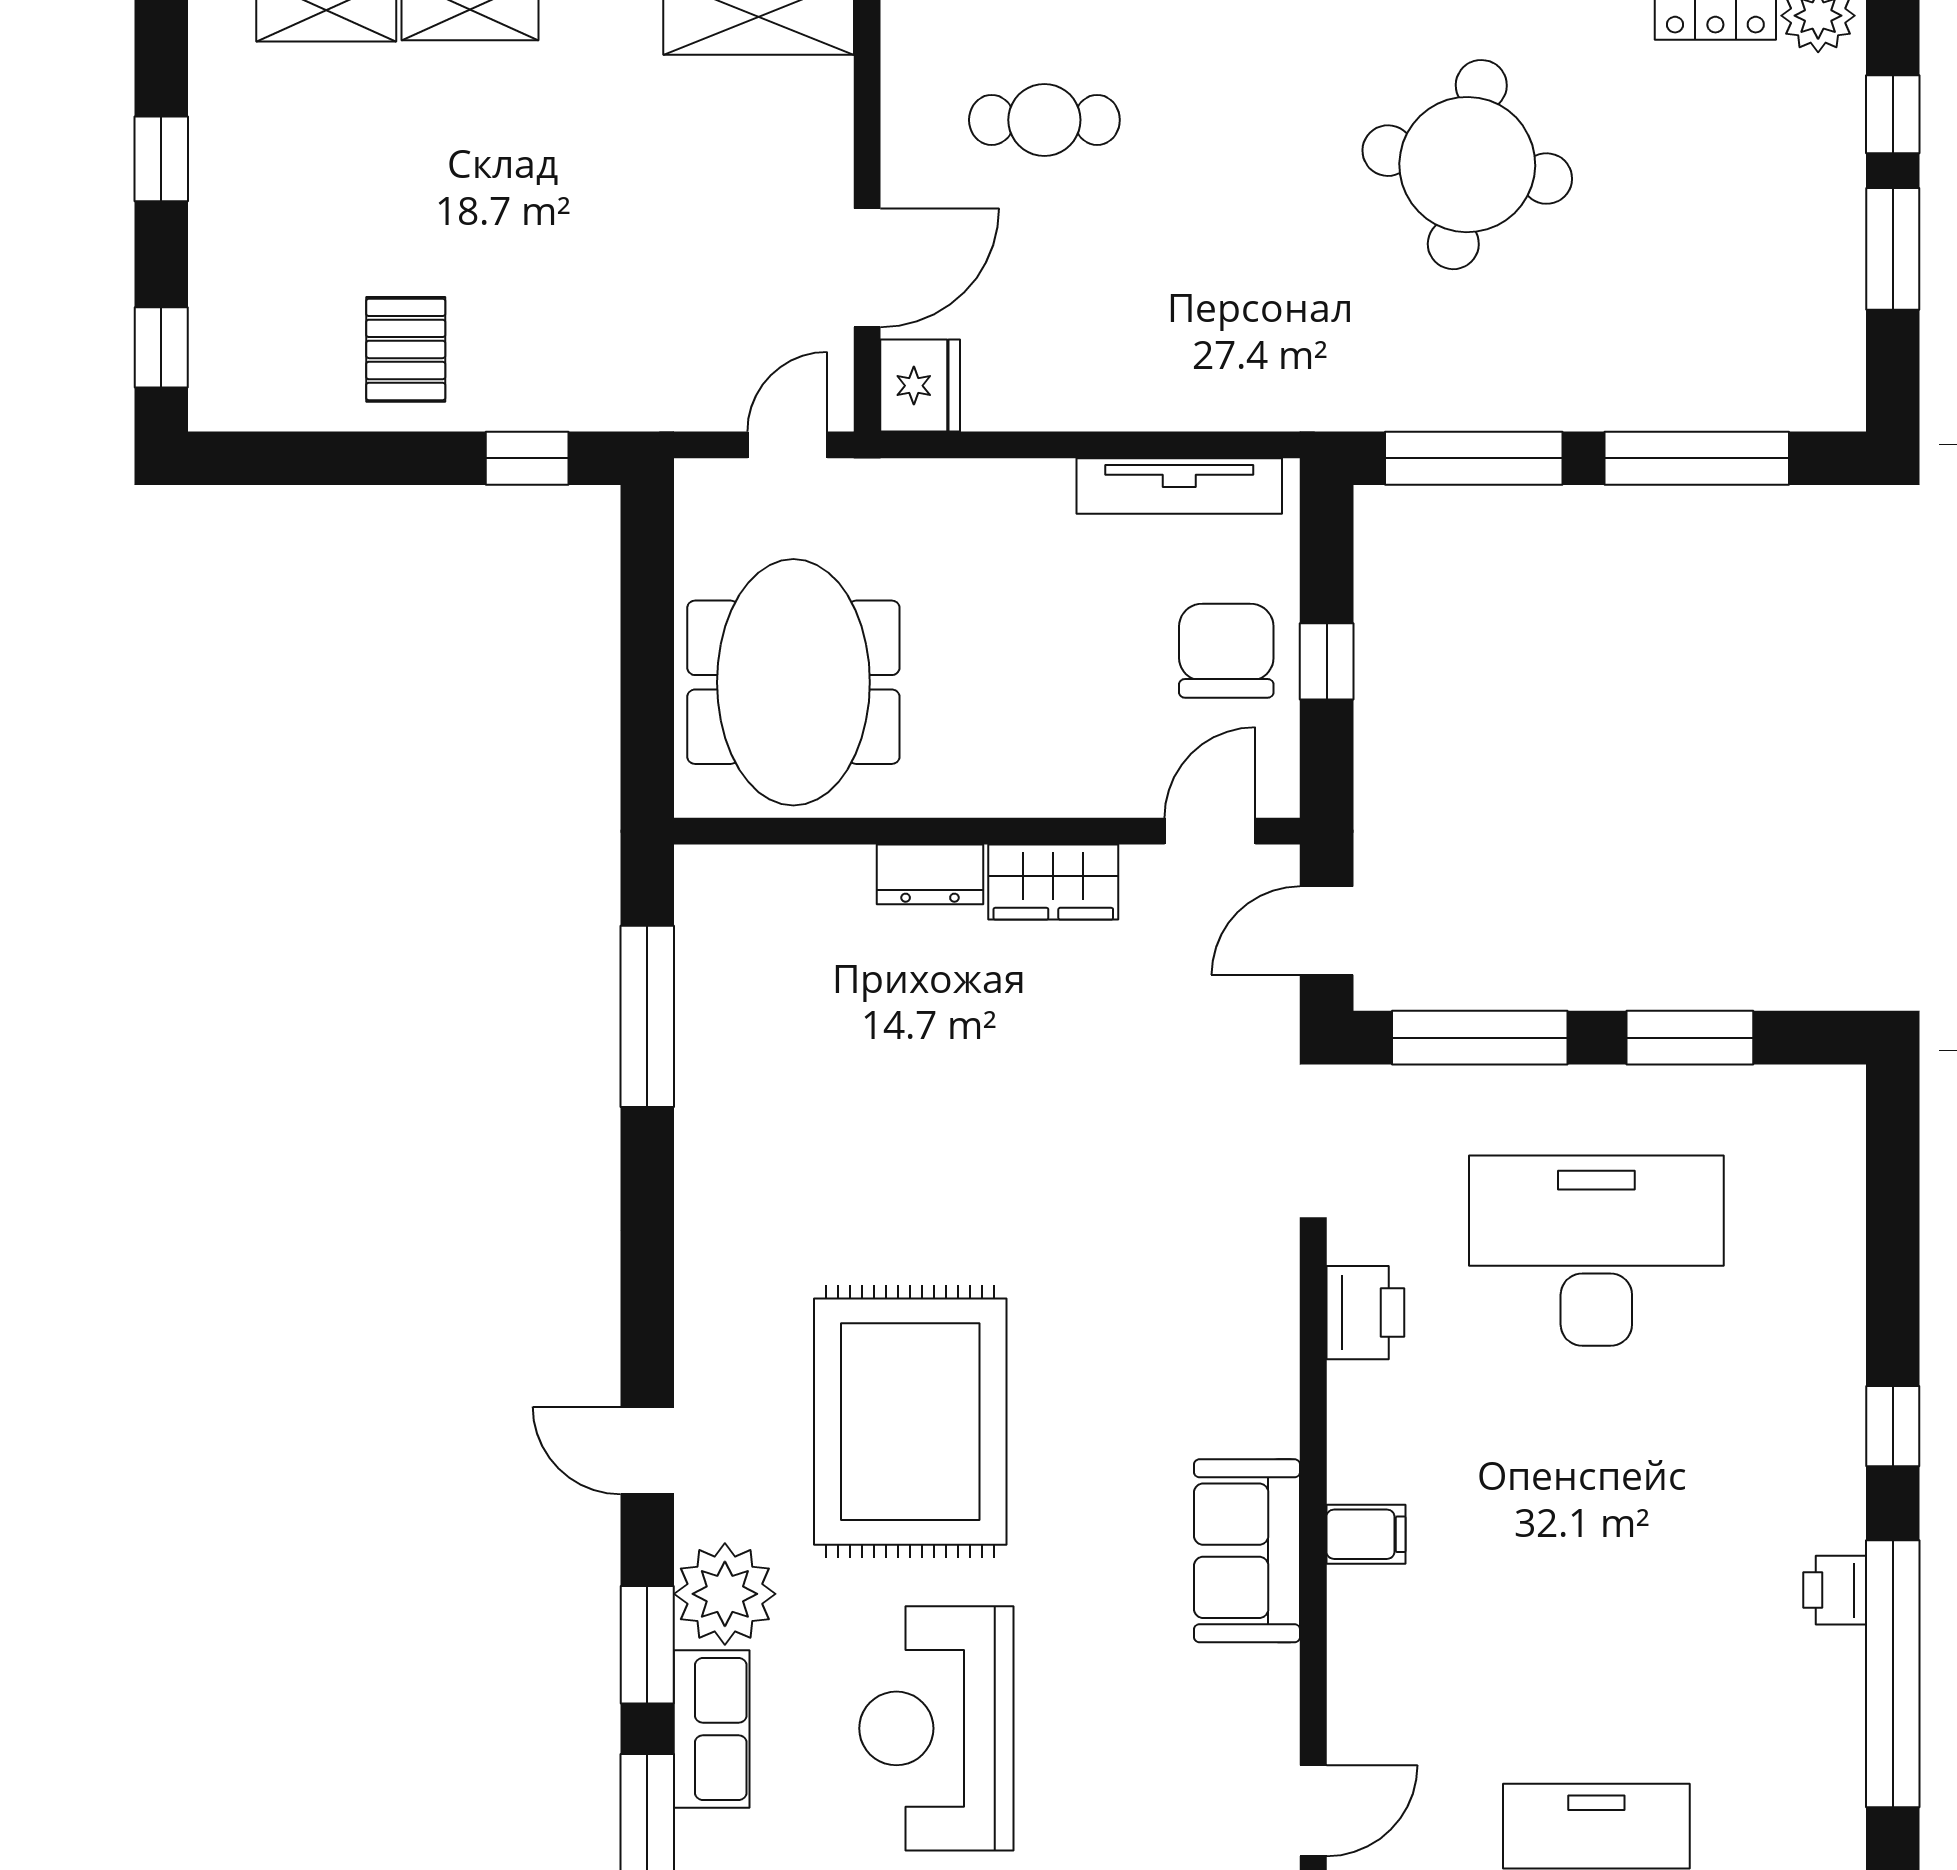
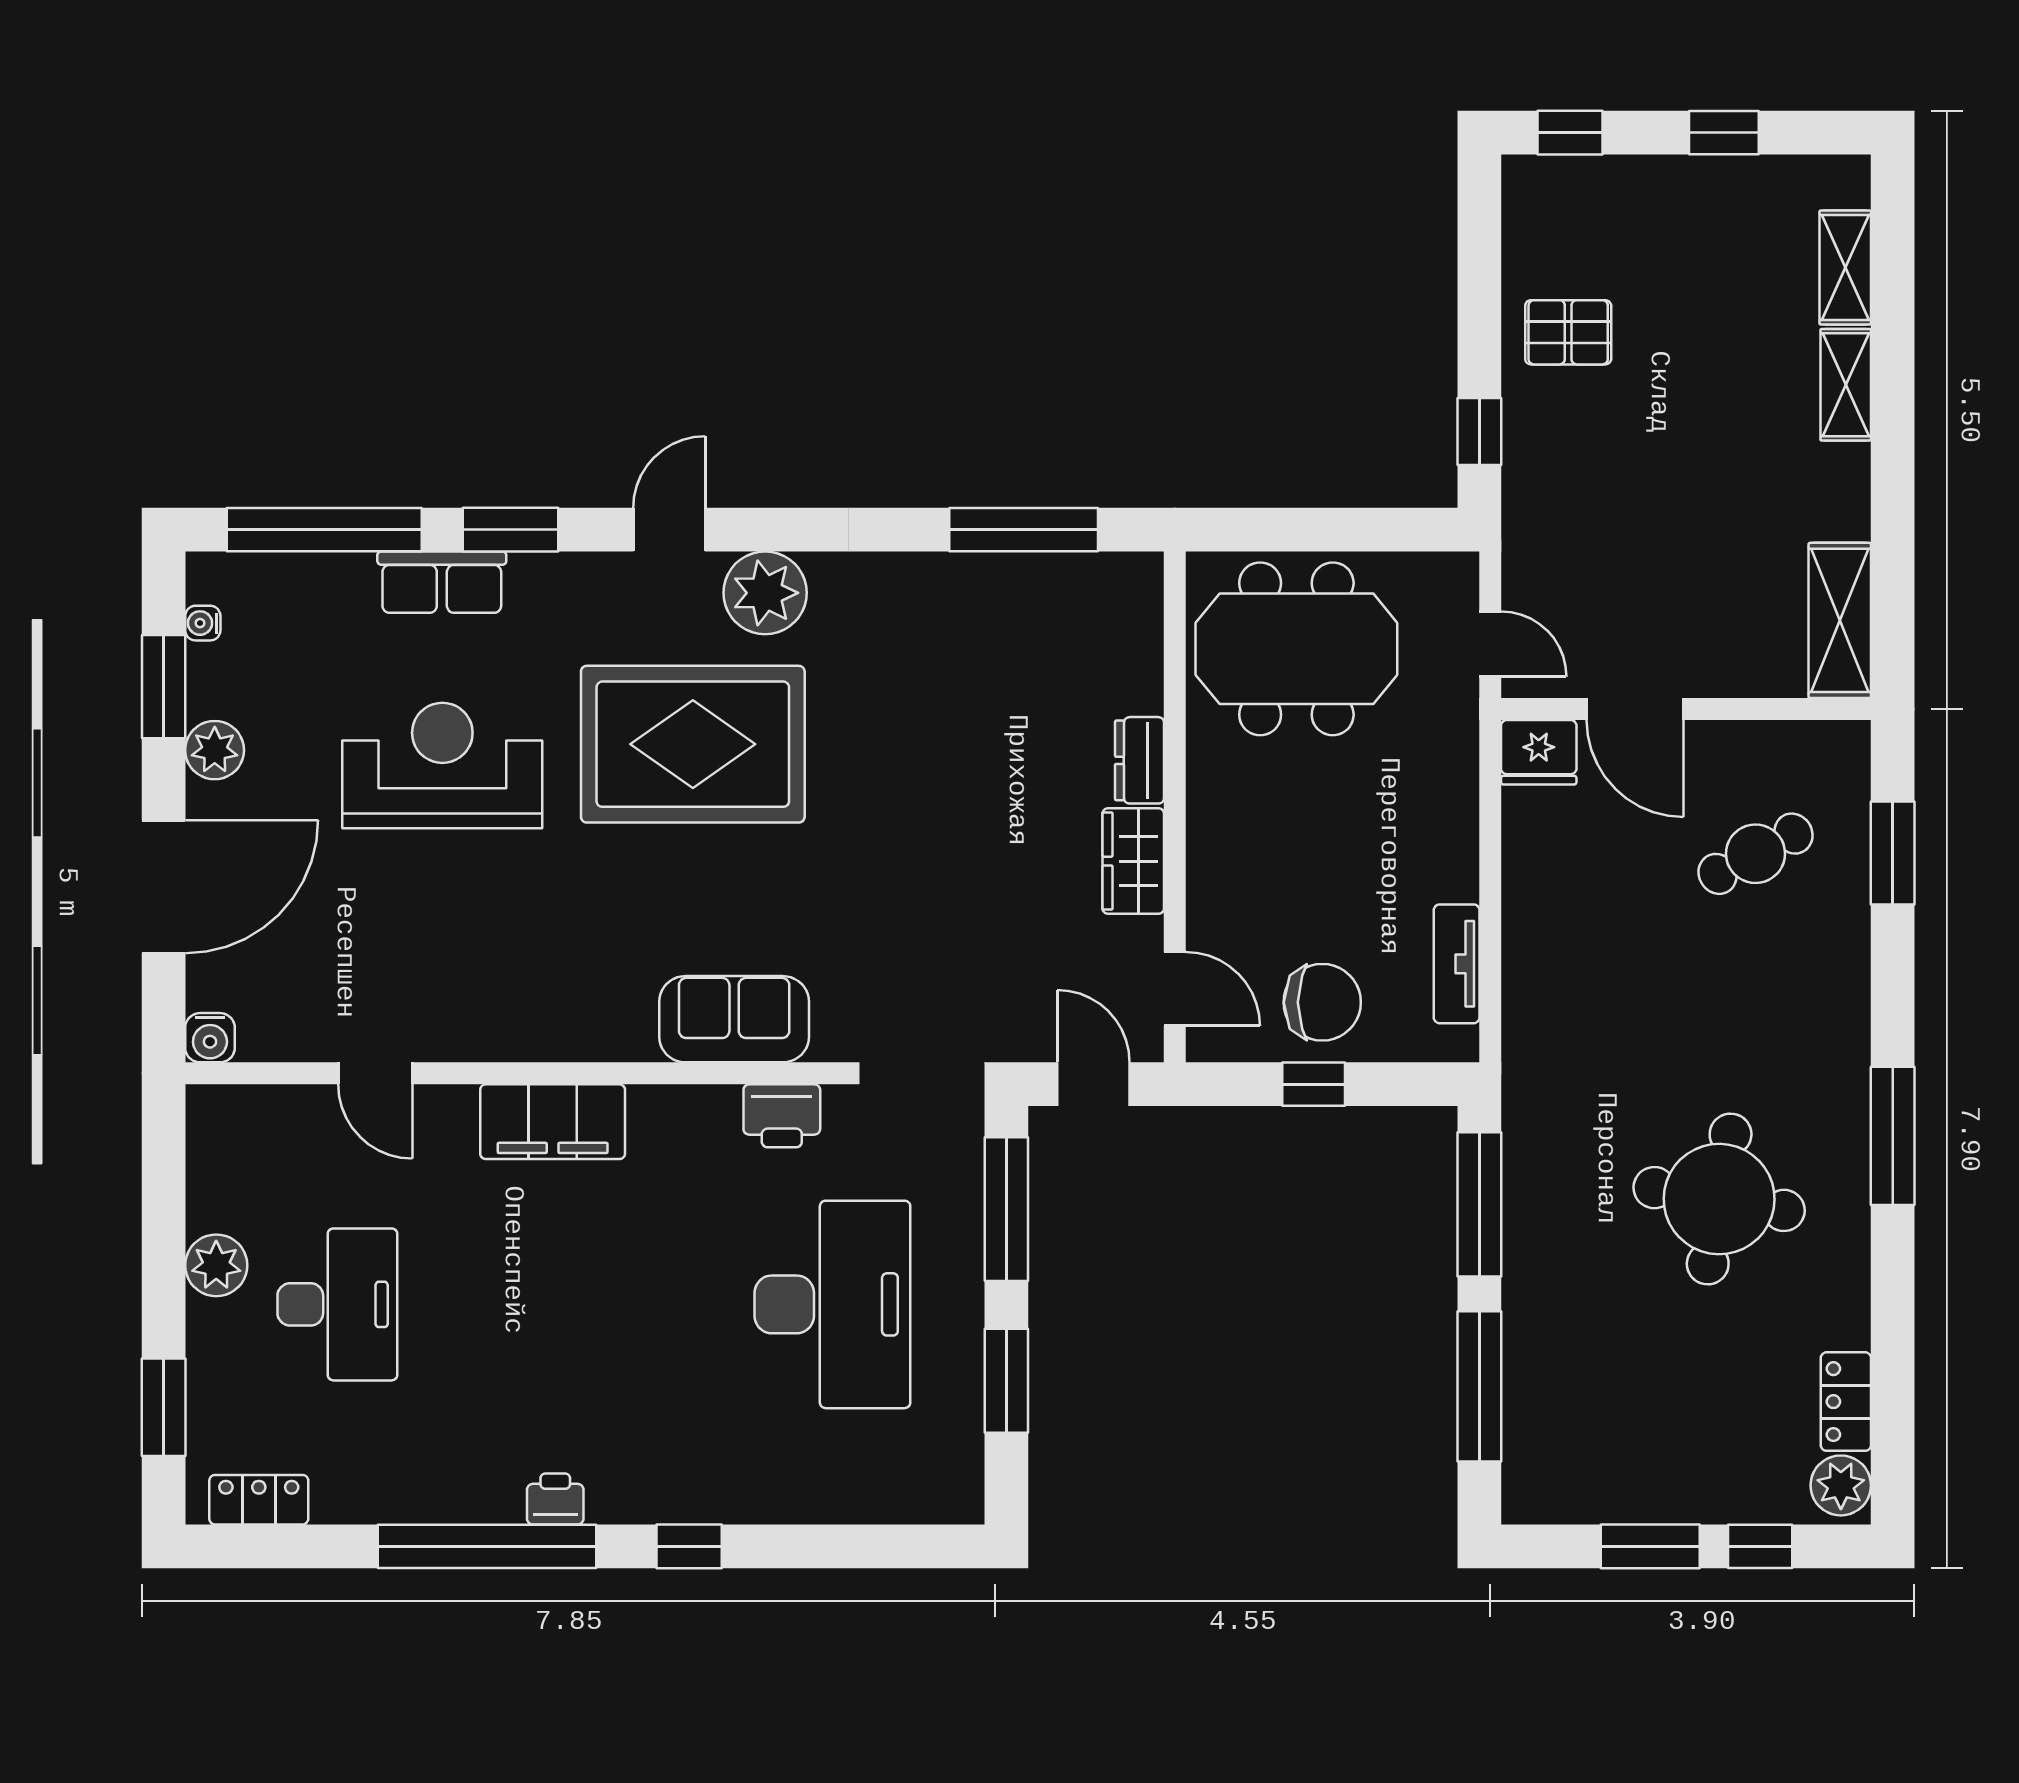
cafe table: (1044, 120) -> (1756, 854), turned 62
tv unit: (1179, 486) -> (1457, 964), width x0.71
filing cabinet: (1366, 1534) -> (553, 1122), width x3.00, depth x1.17
sofa: (1247, 1551) -> (734, 1019), moved
plant: (725, 1594) -> (765, 593), moved

